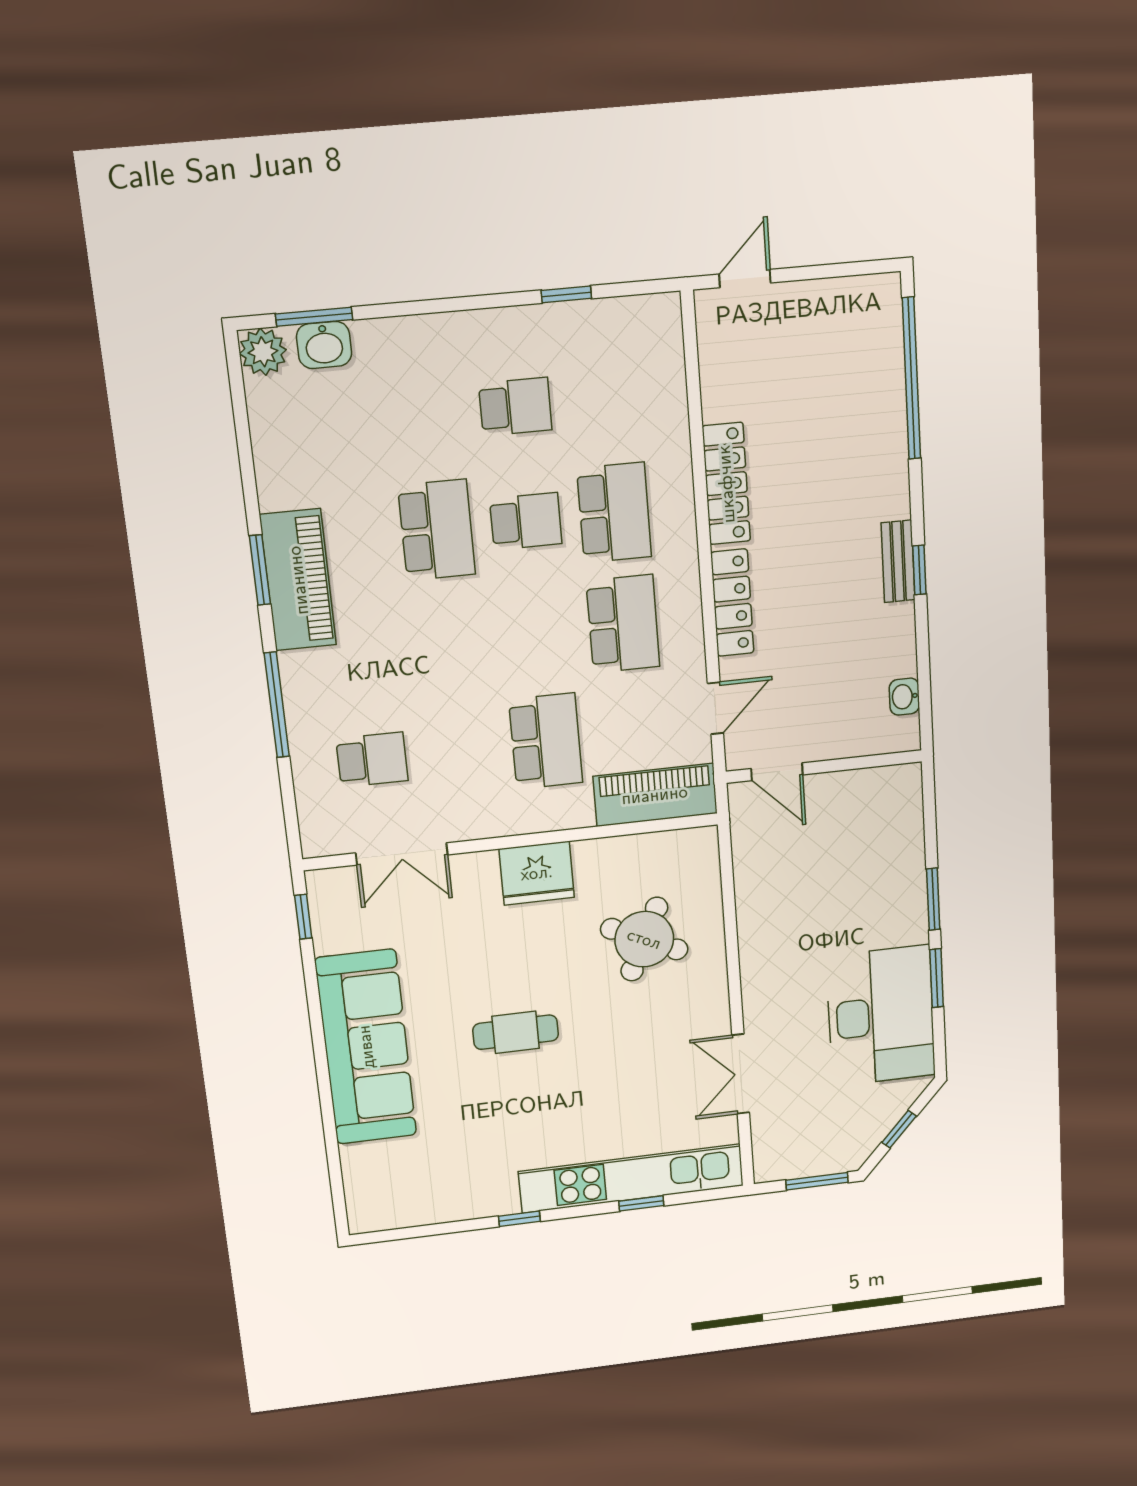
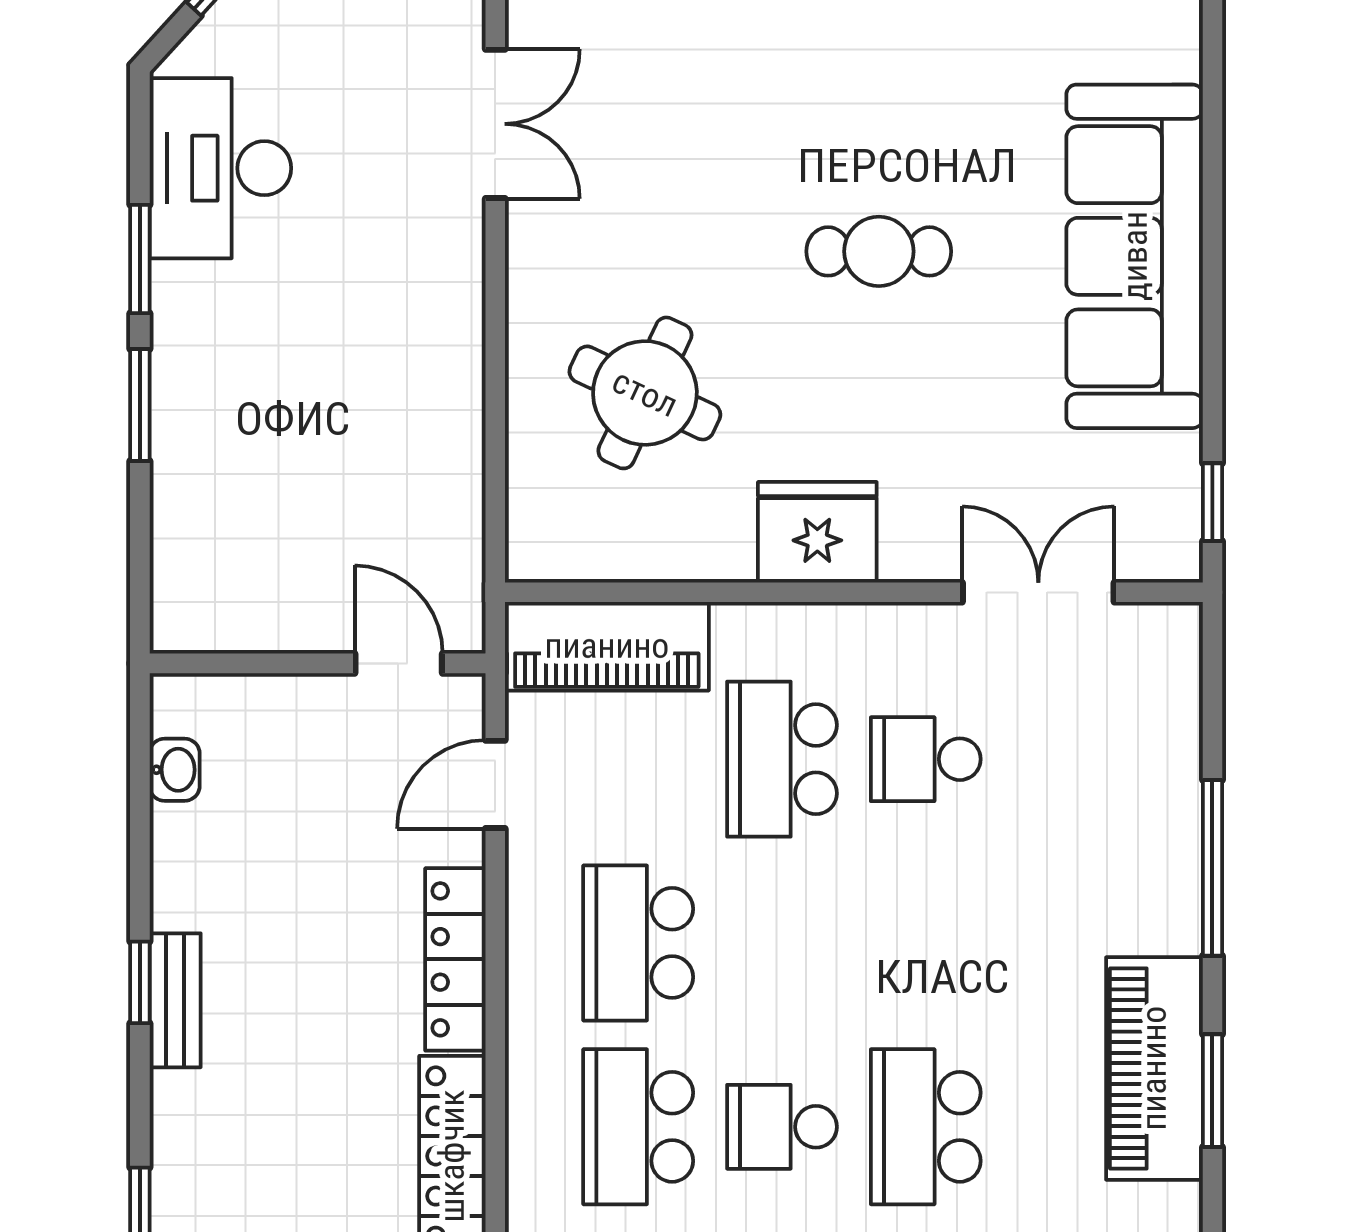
school desk: (372, 760) -> (926, 759), moved
desk: (881, 1016) -> (220, 168), width x0.73, depth x0.77

